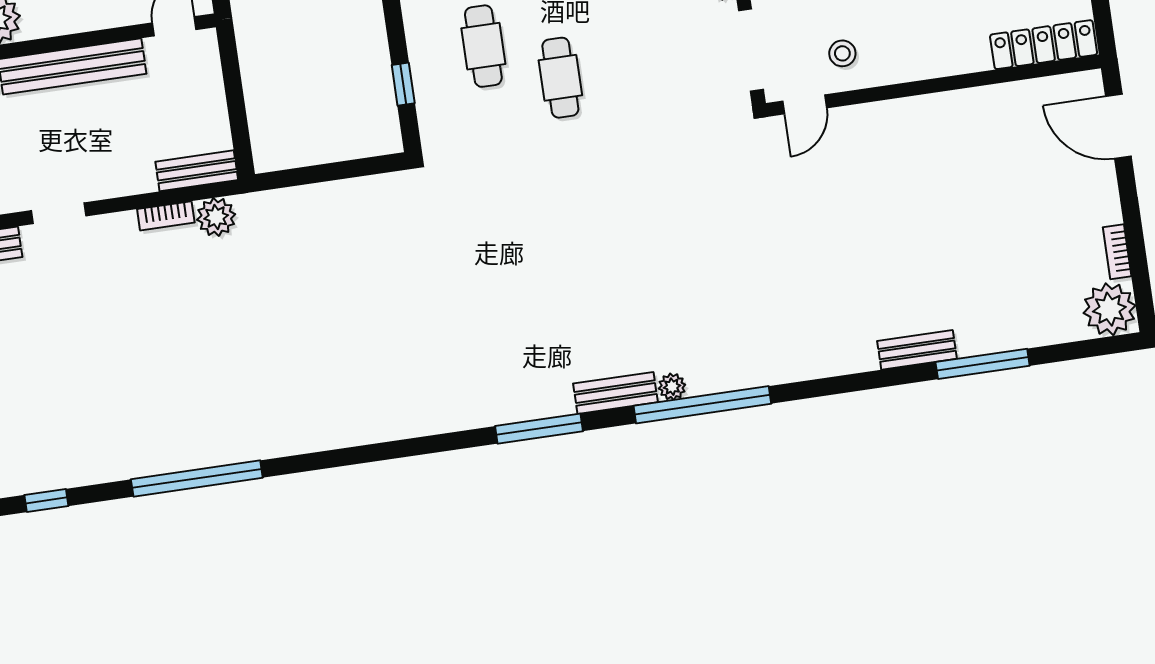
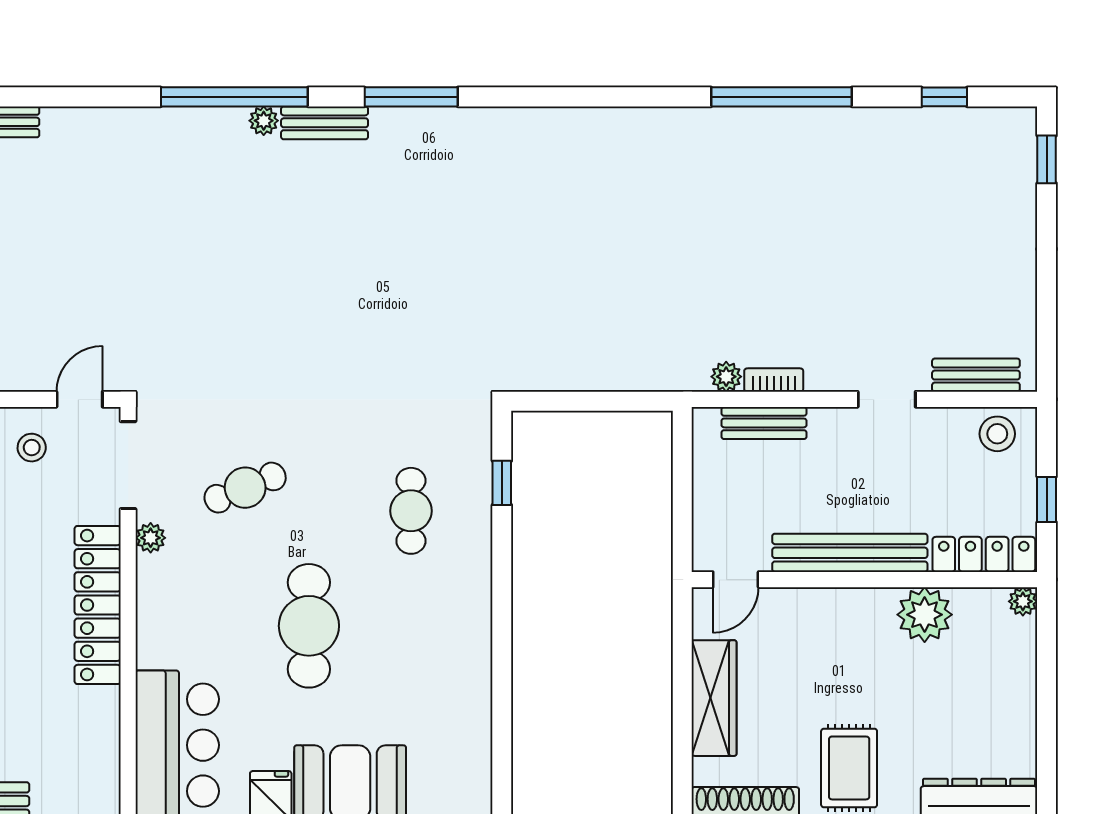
cafe table: (560, 78) -> (245, 488), moved, turned 68
bench: (197, 171) -> (764, 423), moved
plant: (216, 217) -> (726, 377), width x0.73, depth x0.73

